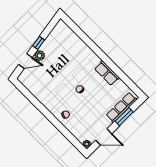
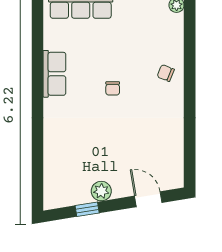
window: (39, 43) -> (87, 209), moved
plant: (40, 56) -> (101, 191), moved

